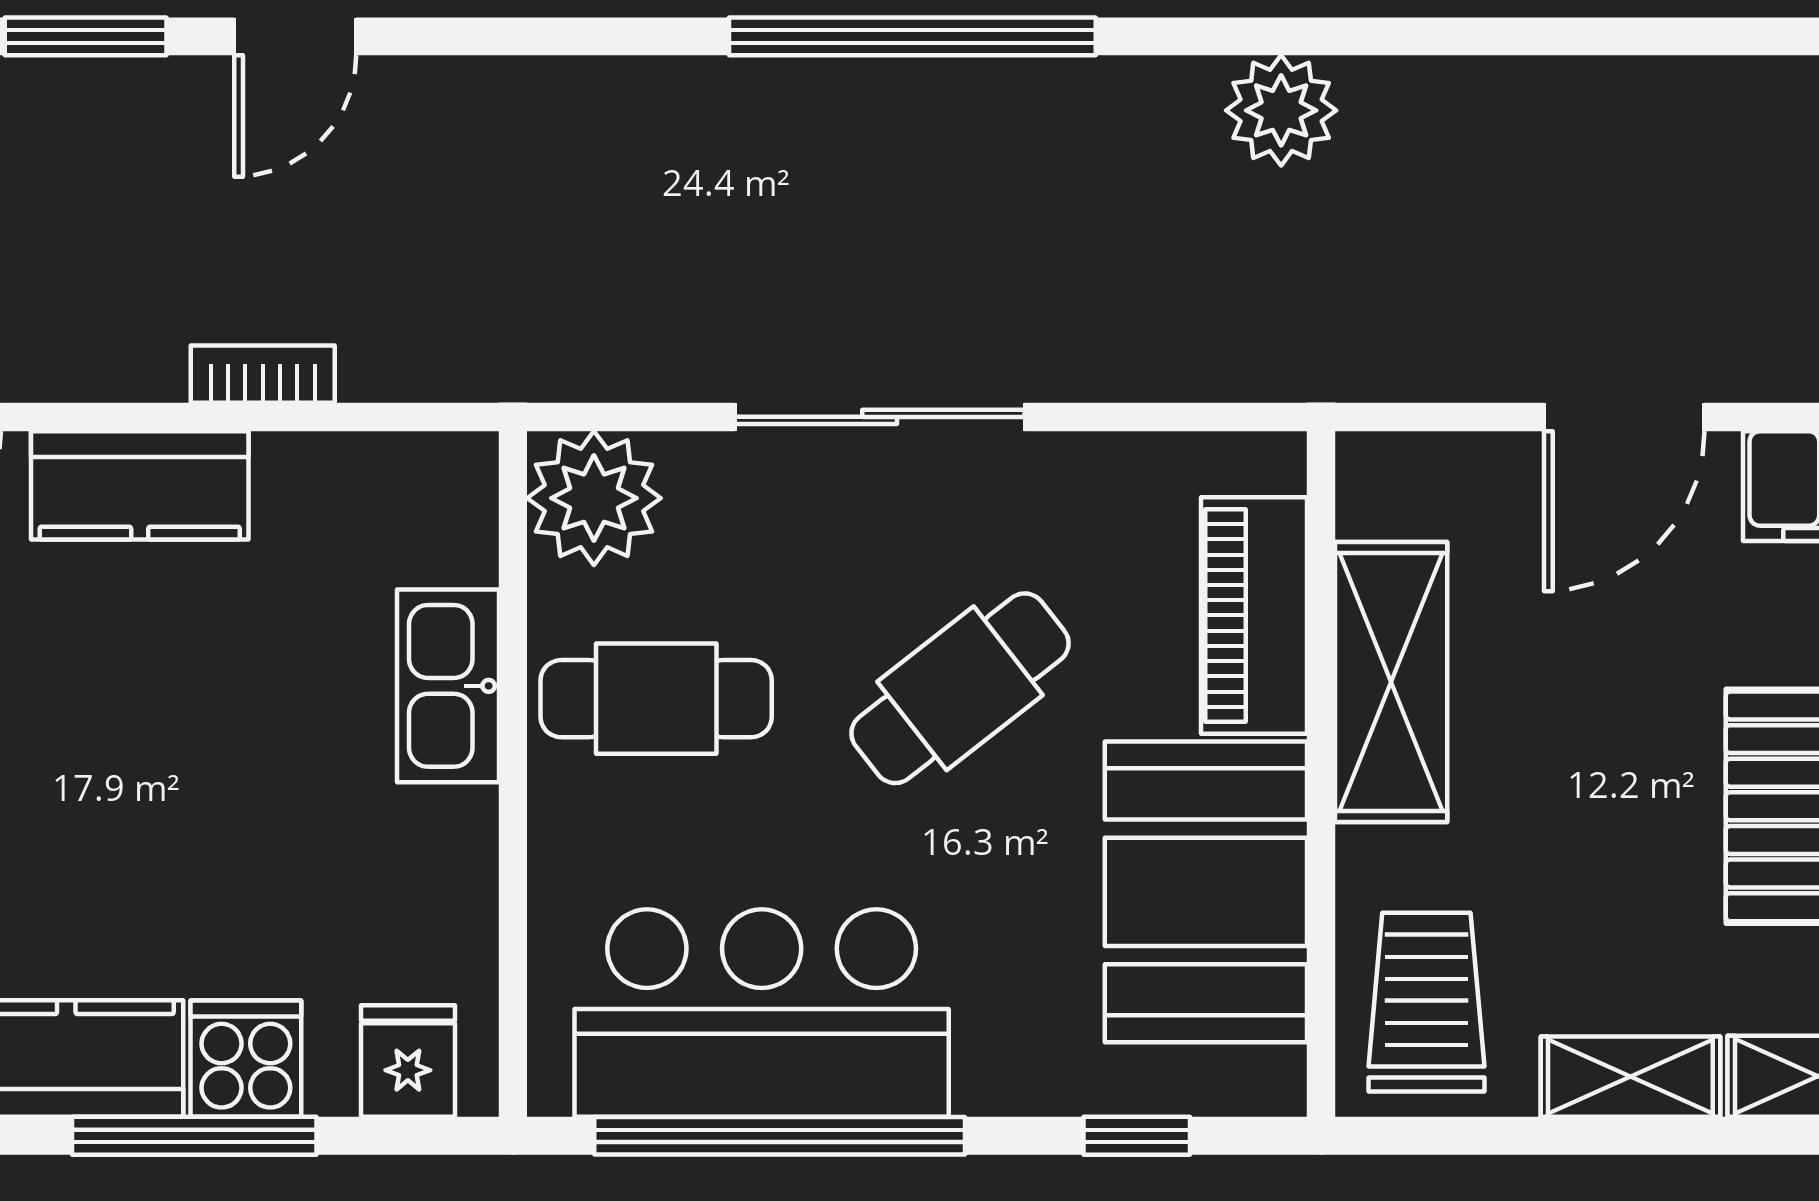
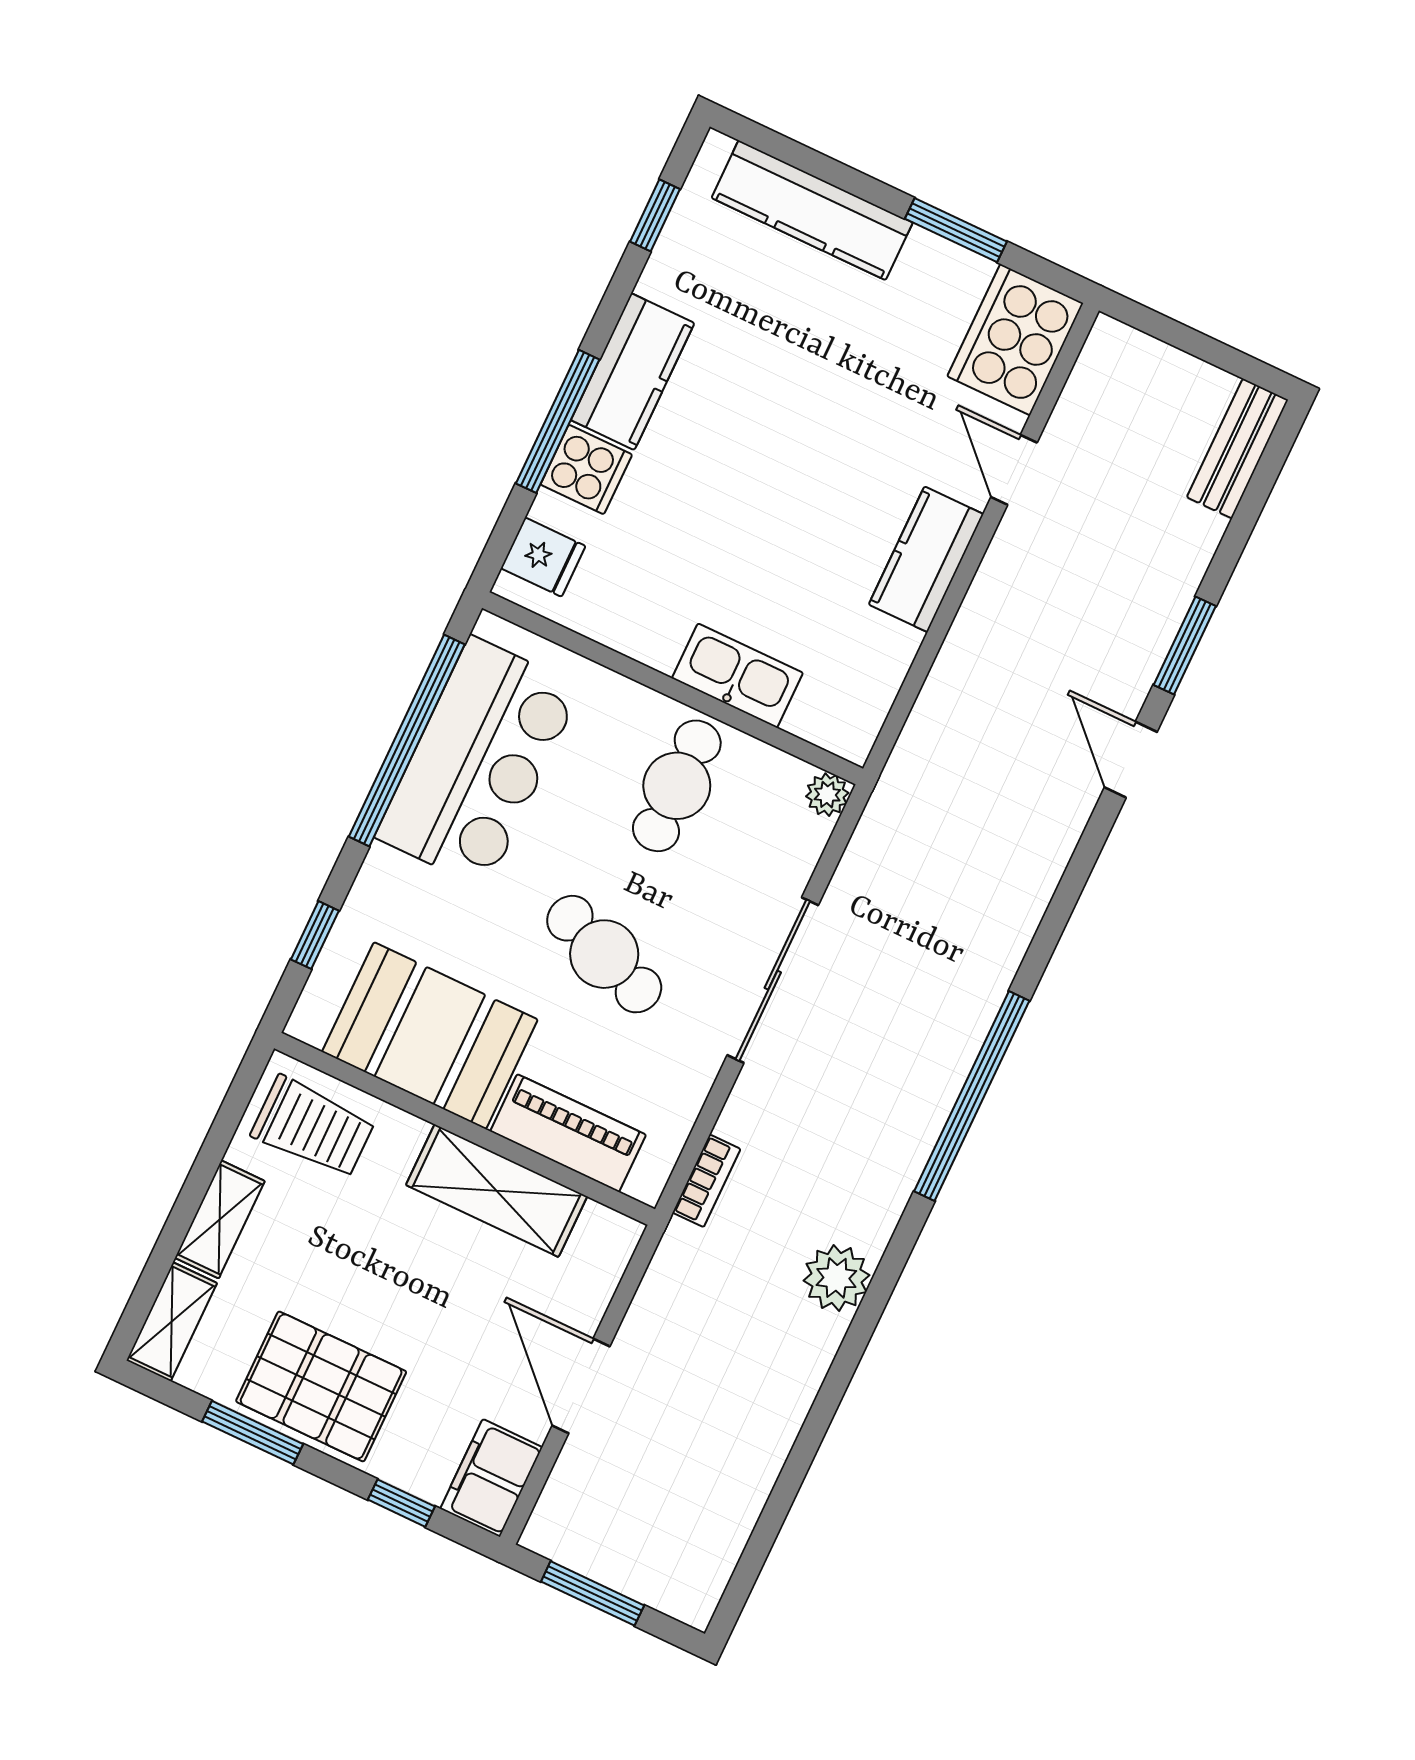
bookcase: (263, 374) -> (707, 1181), moved
plant: (594, 498) -> (827, 795), width x0.53, depth x0.53
cafe table: (960, 688) -> (604, 954), turned -31

